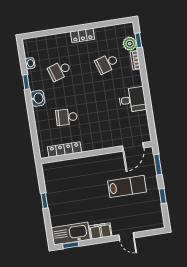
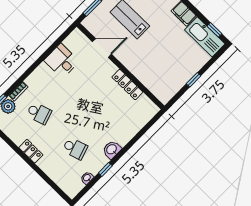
desk: (132, 100) -> (62, 61), moved
school desk: (67, 117) -> (109, 113), removed
door: (133, 147) -> (102, 48), moved
locker: (64, 149) -> (127, 85), moved

